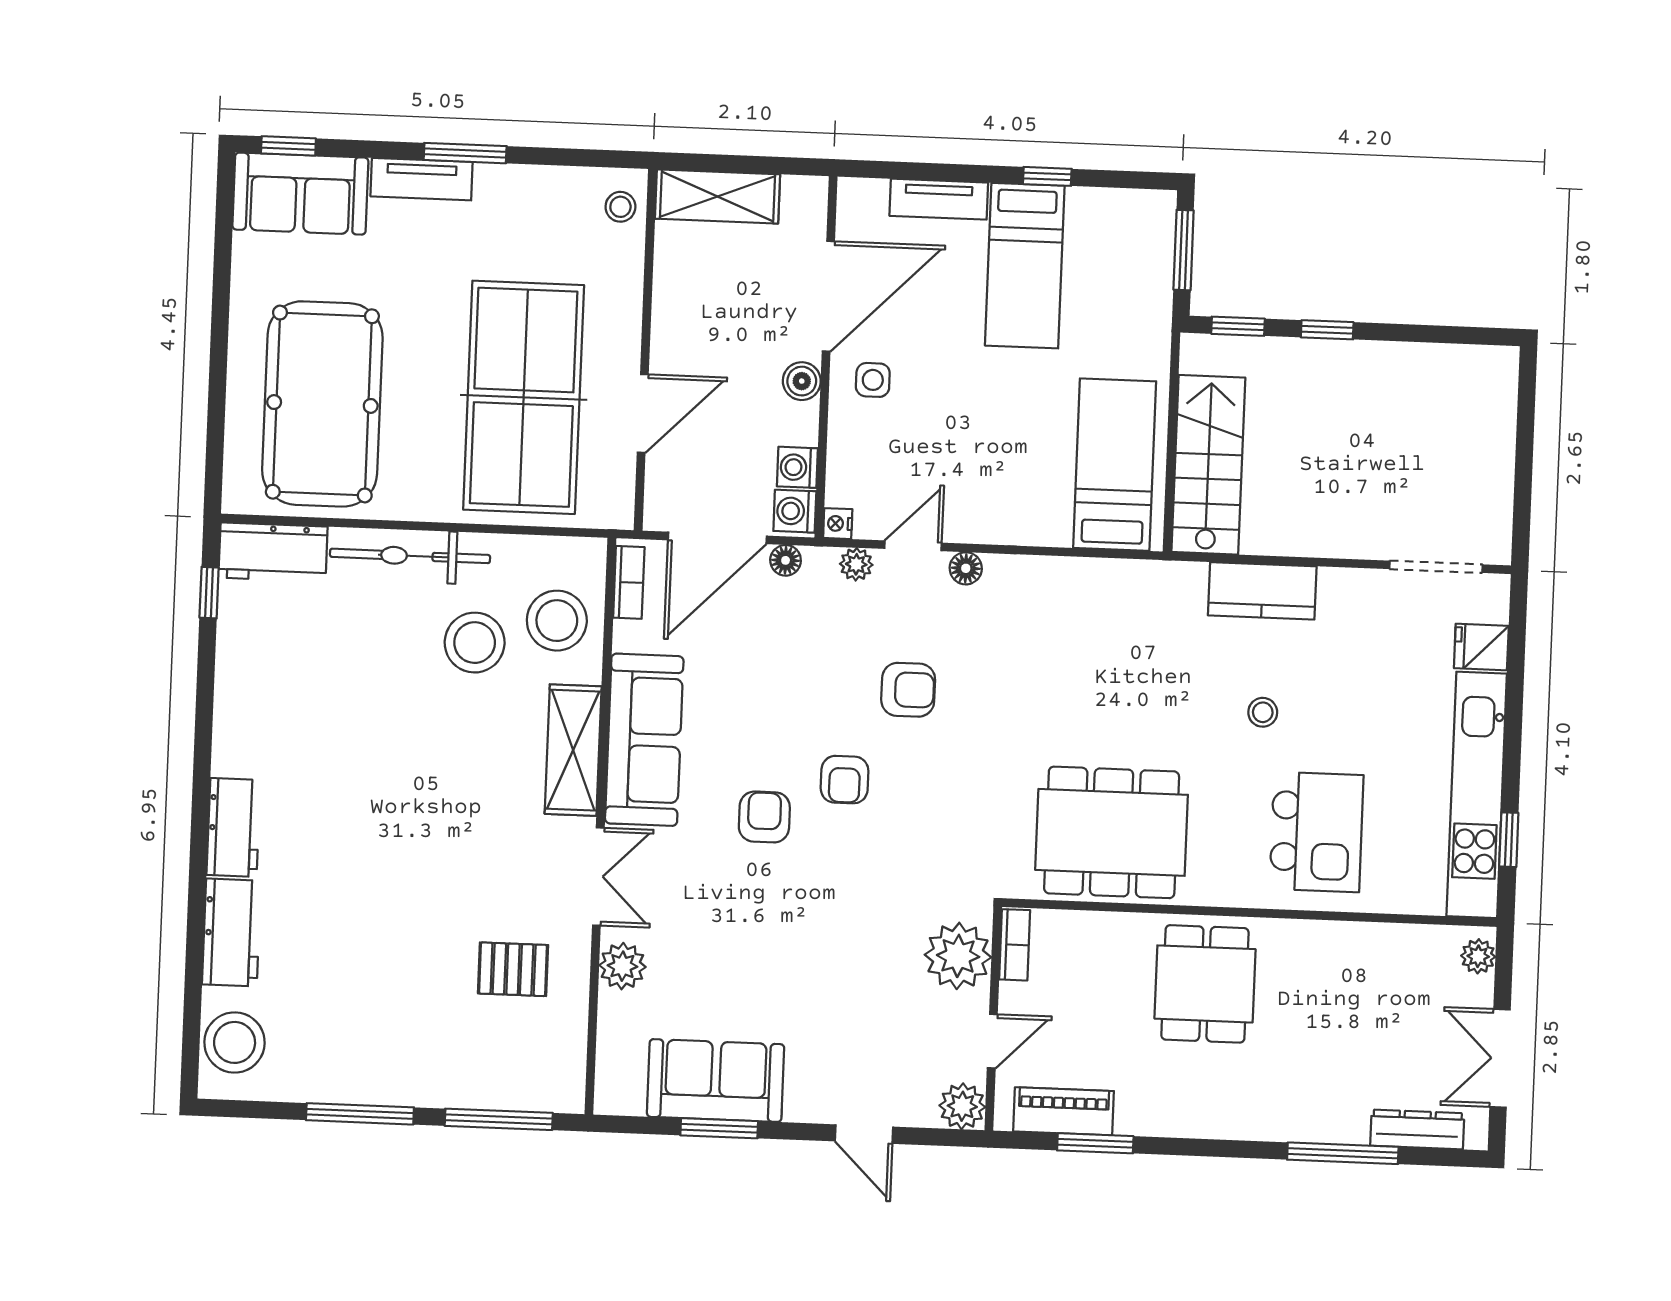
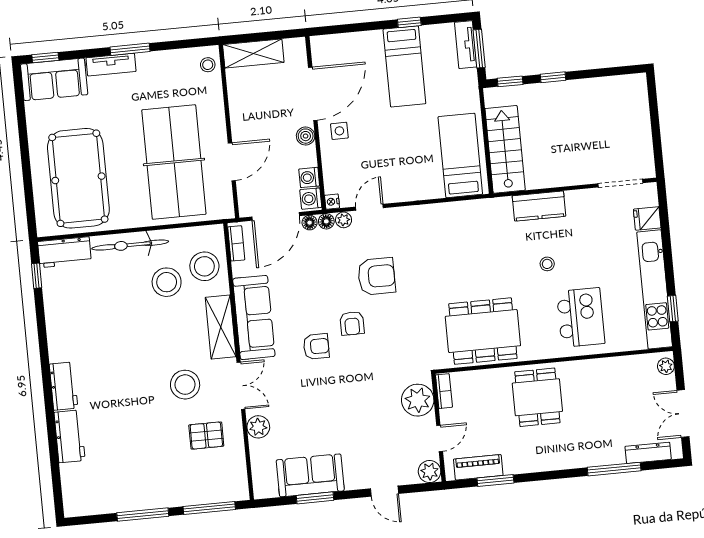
tv unit: (939, 199) -> (466, 45), moved, turned 90
floor lamp: (966, 568) -> (326, 221), moved
armchair: (908, 690) -> (377, 276), width x1.38, depth x1.38
armchair: (764, 817) -> (316, 346), turned 90
stool: (235, 1042) -> (185, 385), moved

